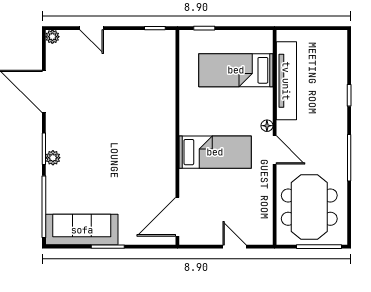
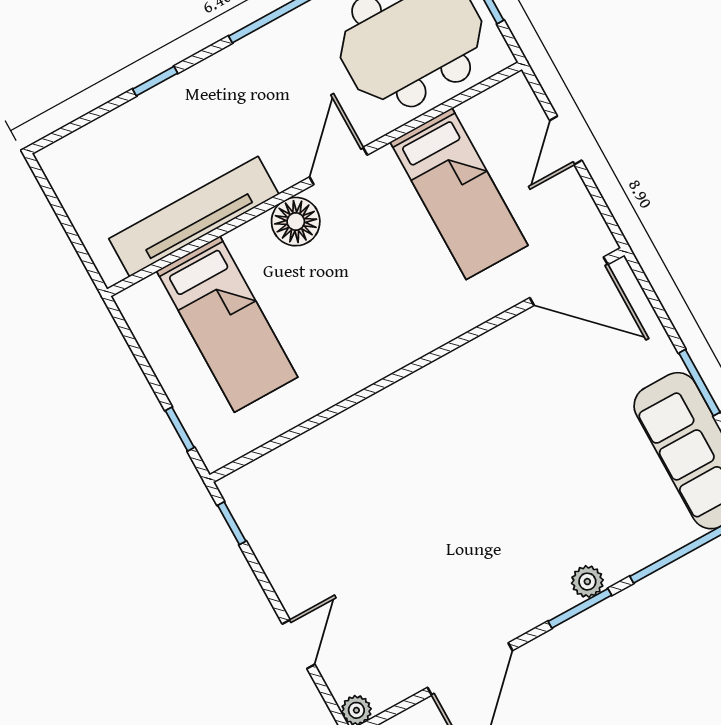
floor lamp: (267, 126) -> (296, 222), width x1.89, depth x1.89
bed: (215, 152) -> (459, 194), moved, turned 180

